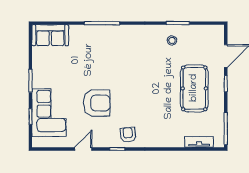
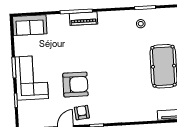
piano: (110, 31) -> (83, 19), added
corner sofa: (49, 113) -> (32, 78), moved
armchair: (128, 135) -> (82, 113), moved

